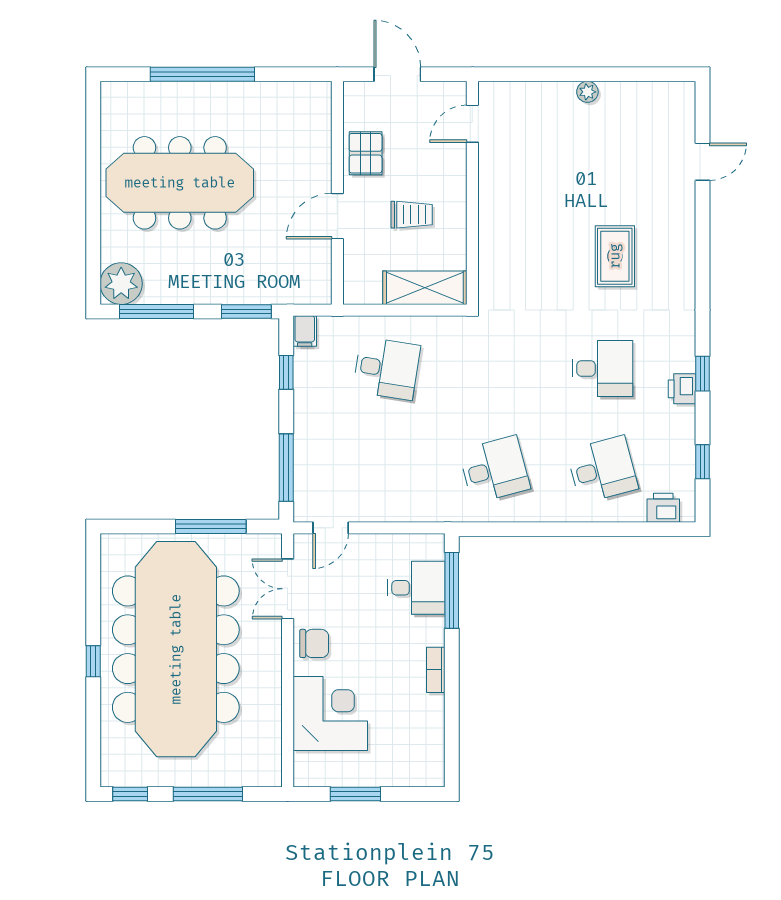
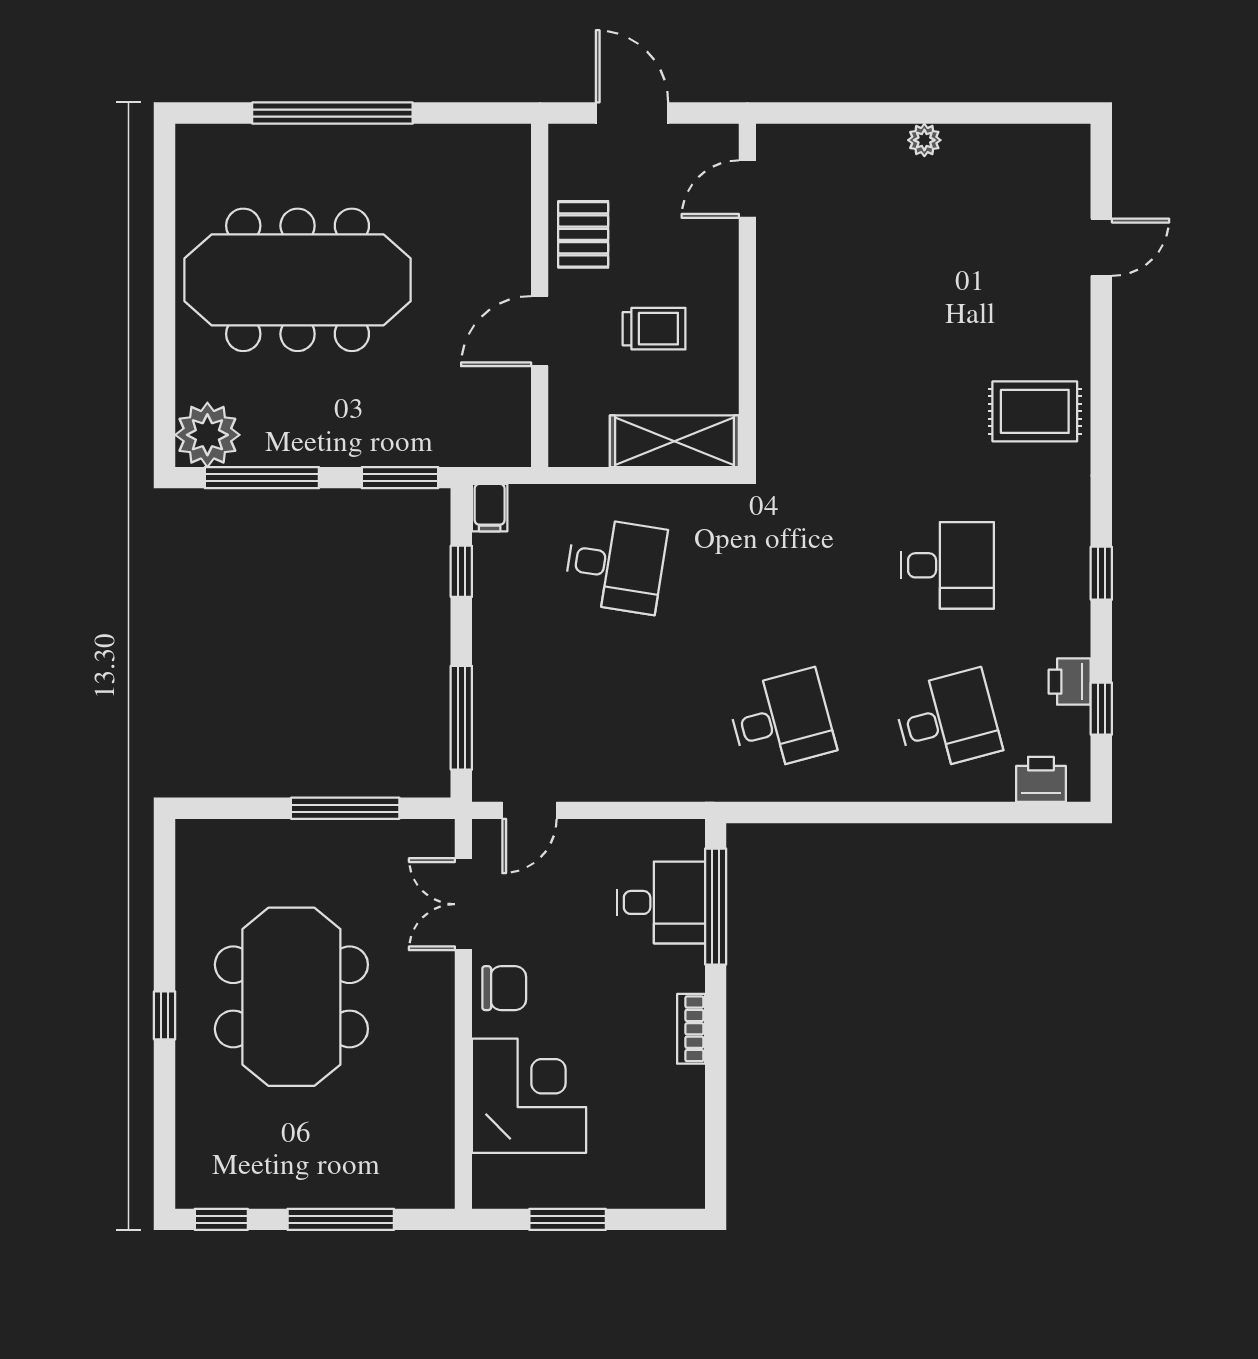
rug: (615, 256) -> (1035, 411), moved, turned 90
printer: (682, 389) -> (1070, 682), moved
meeting table: (176, 649) -> (291, 997), width x0.54, depth x0.79

